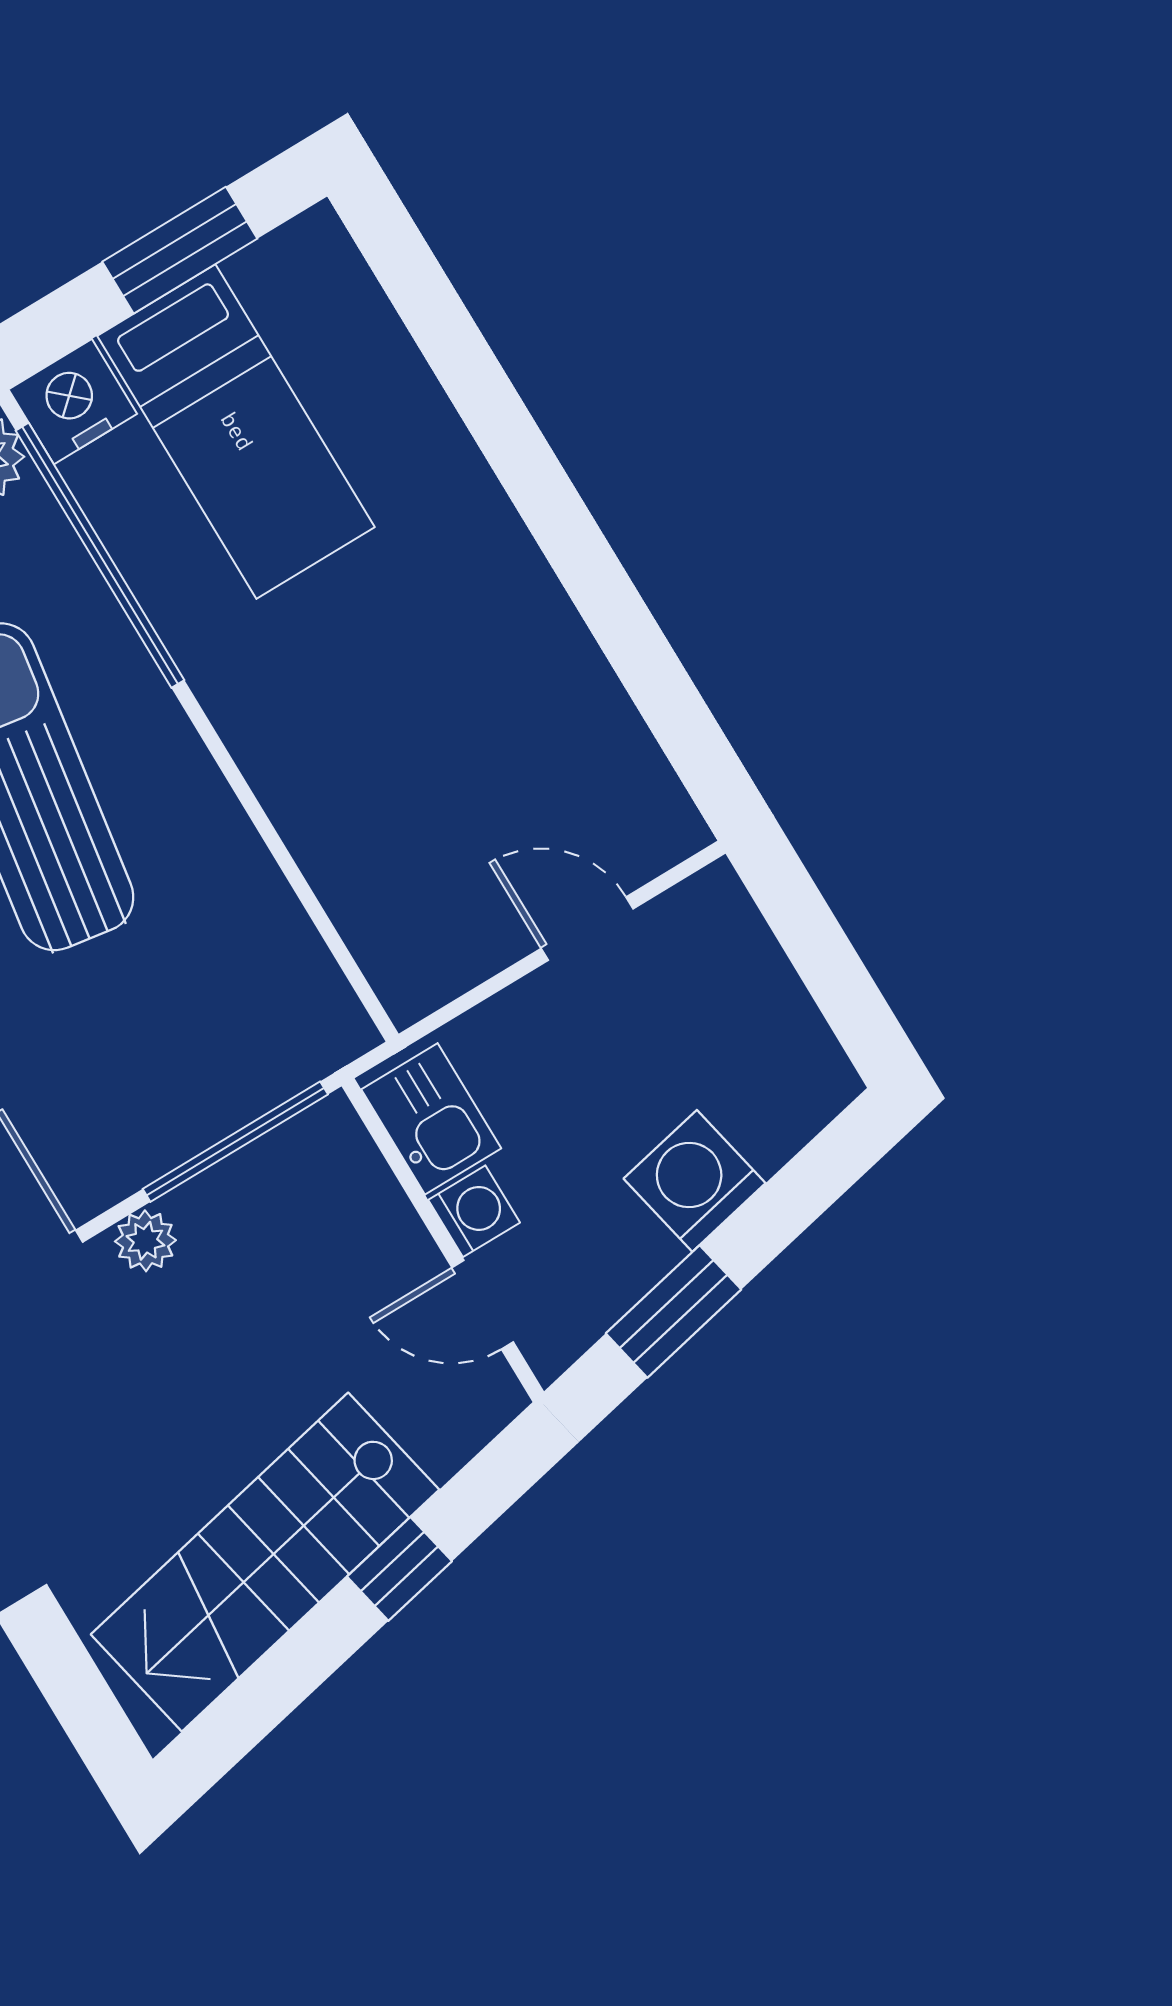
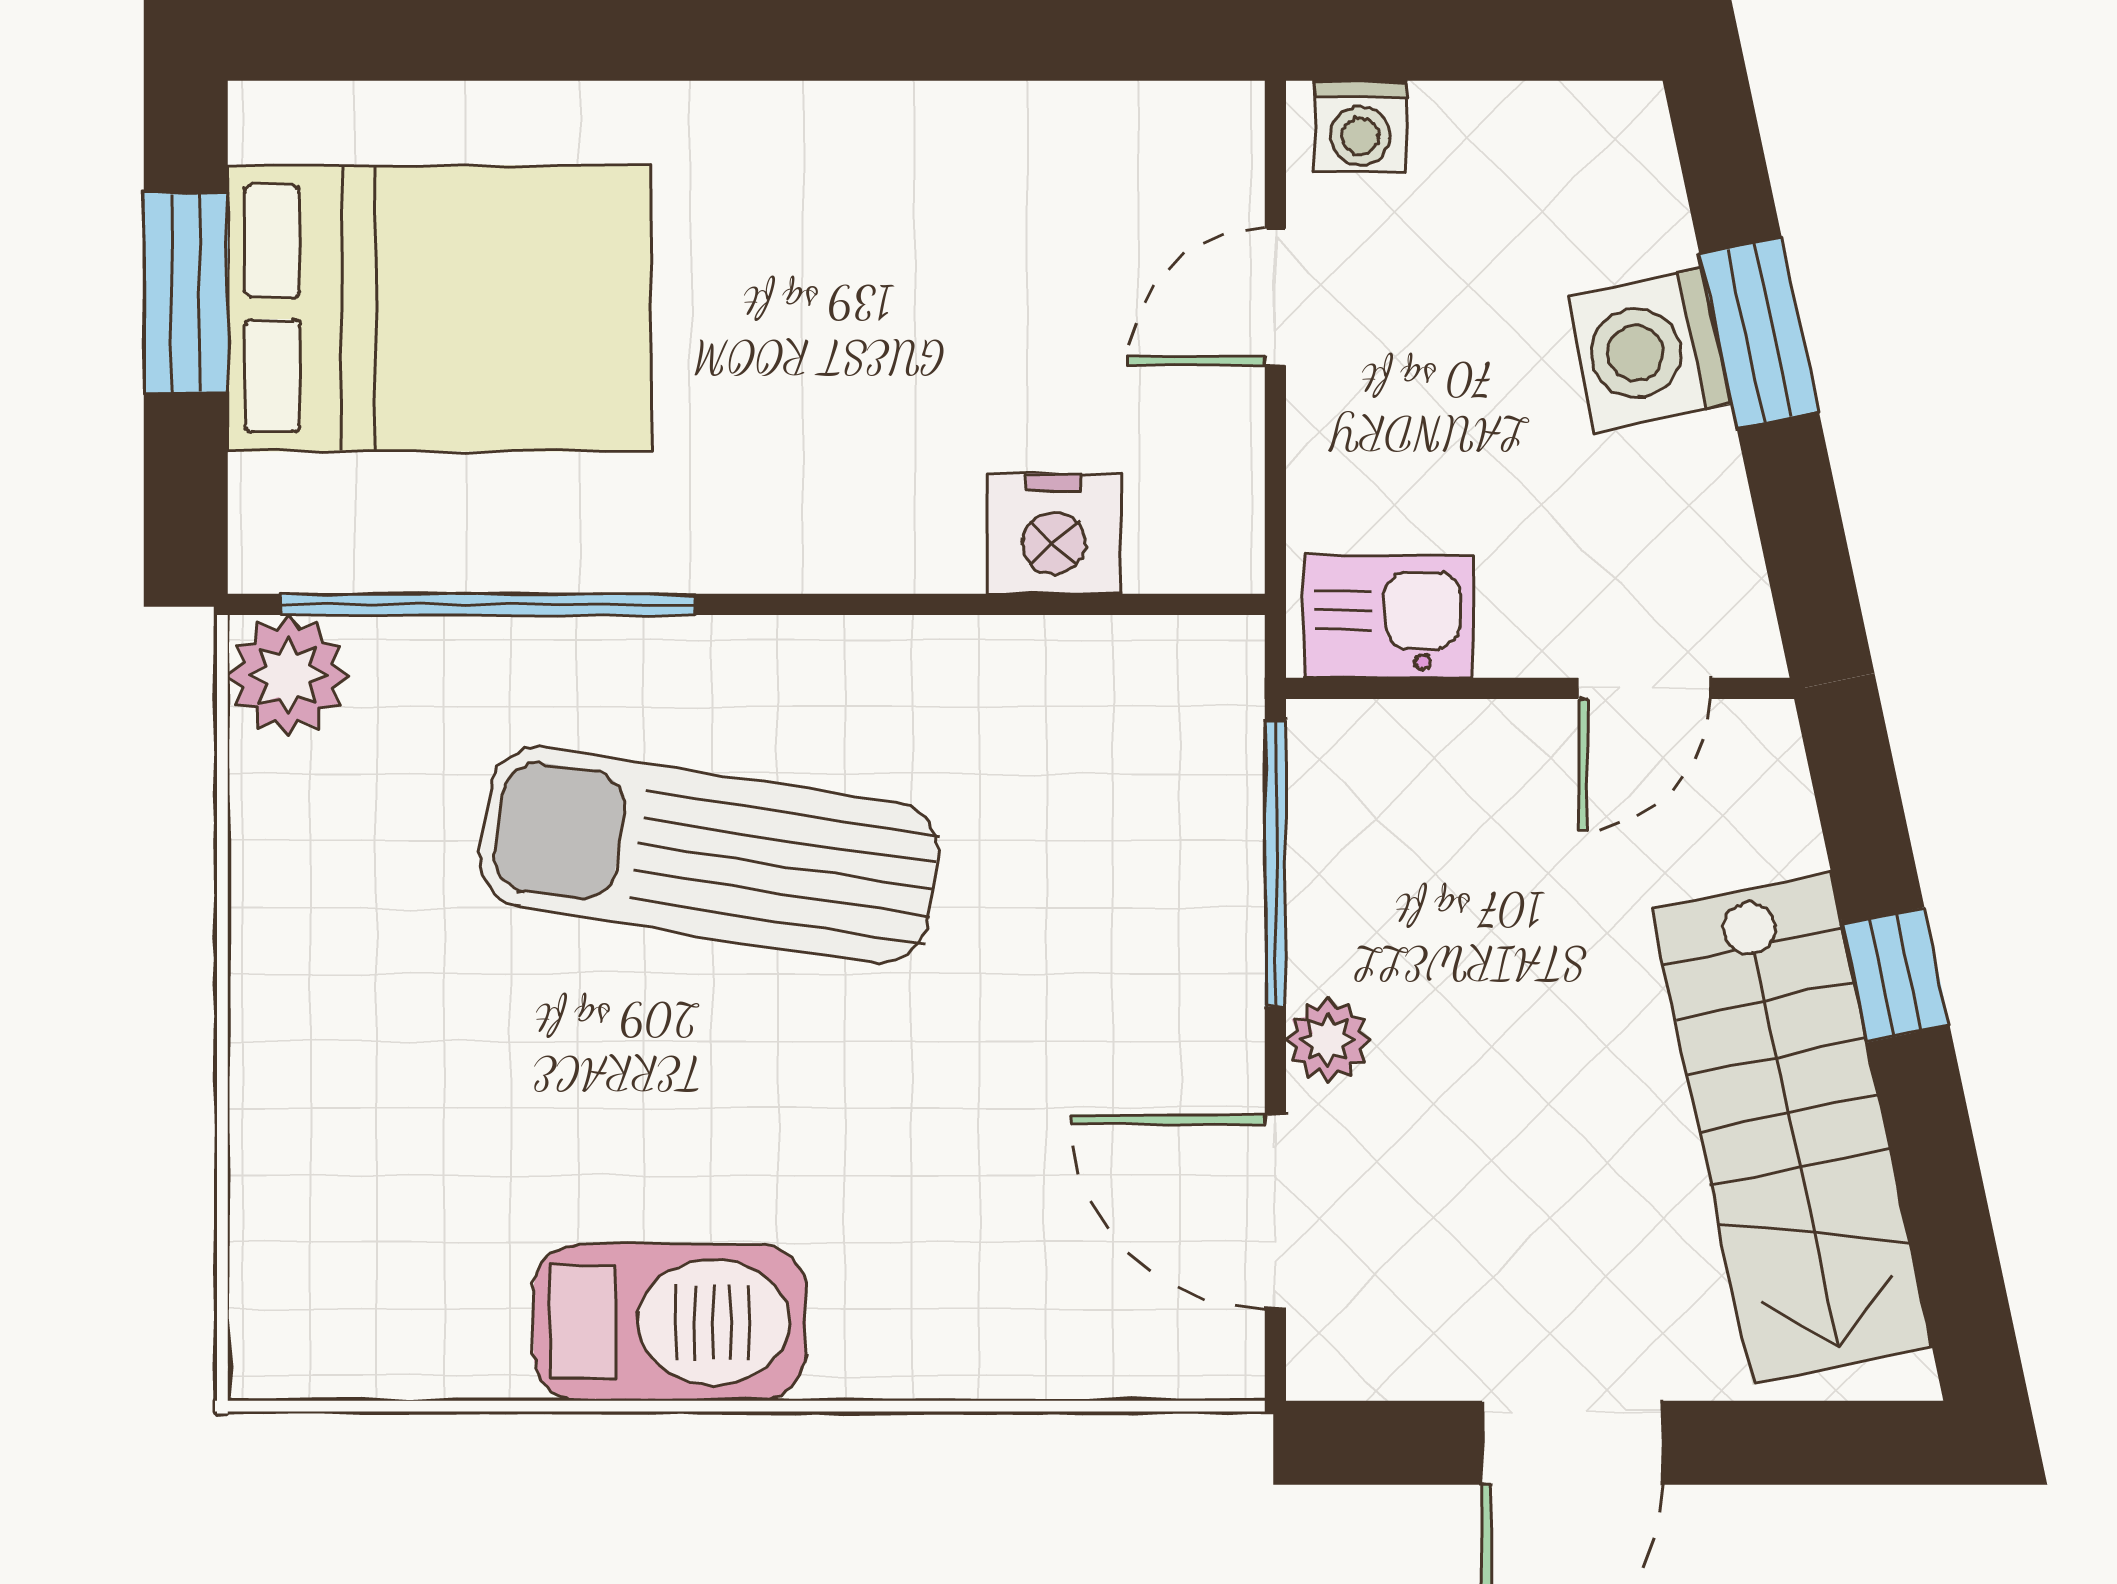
nightstand: (73, 402) -> (1054, 534), moved, turned -90
bed: (236, 432) -> (439, 308), width x1.50
washing machine: (474, 1211) -> (1360, 127), moved, turned 180
window: (674, 1311) -> (1759, 333), moved

